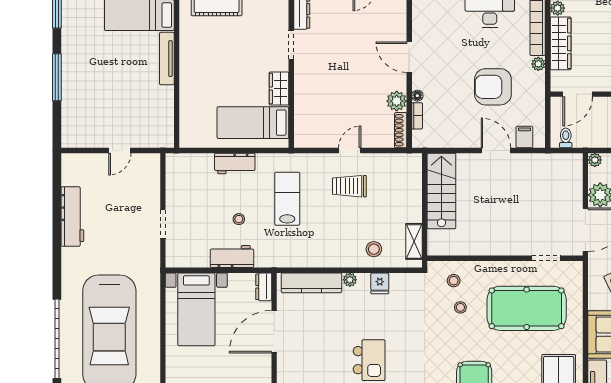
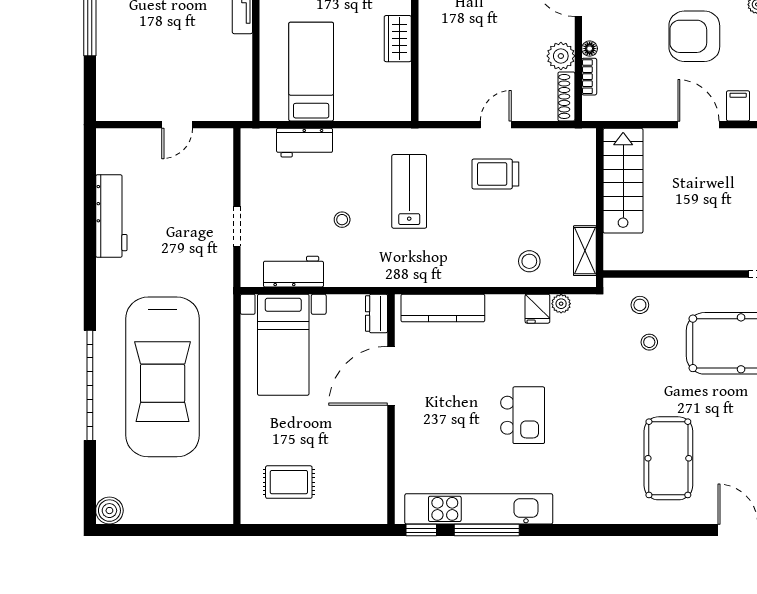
bed: (253, 123) -> (311, 72), moved, turned 90
workbench: (235, 164) -> (305, 143), moved
workbench: (232, 257) -> (293, 272), moved
plant: (350, 280) -> (561, 304), moved

